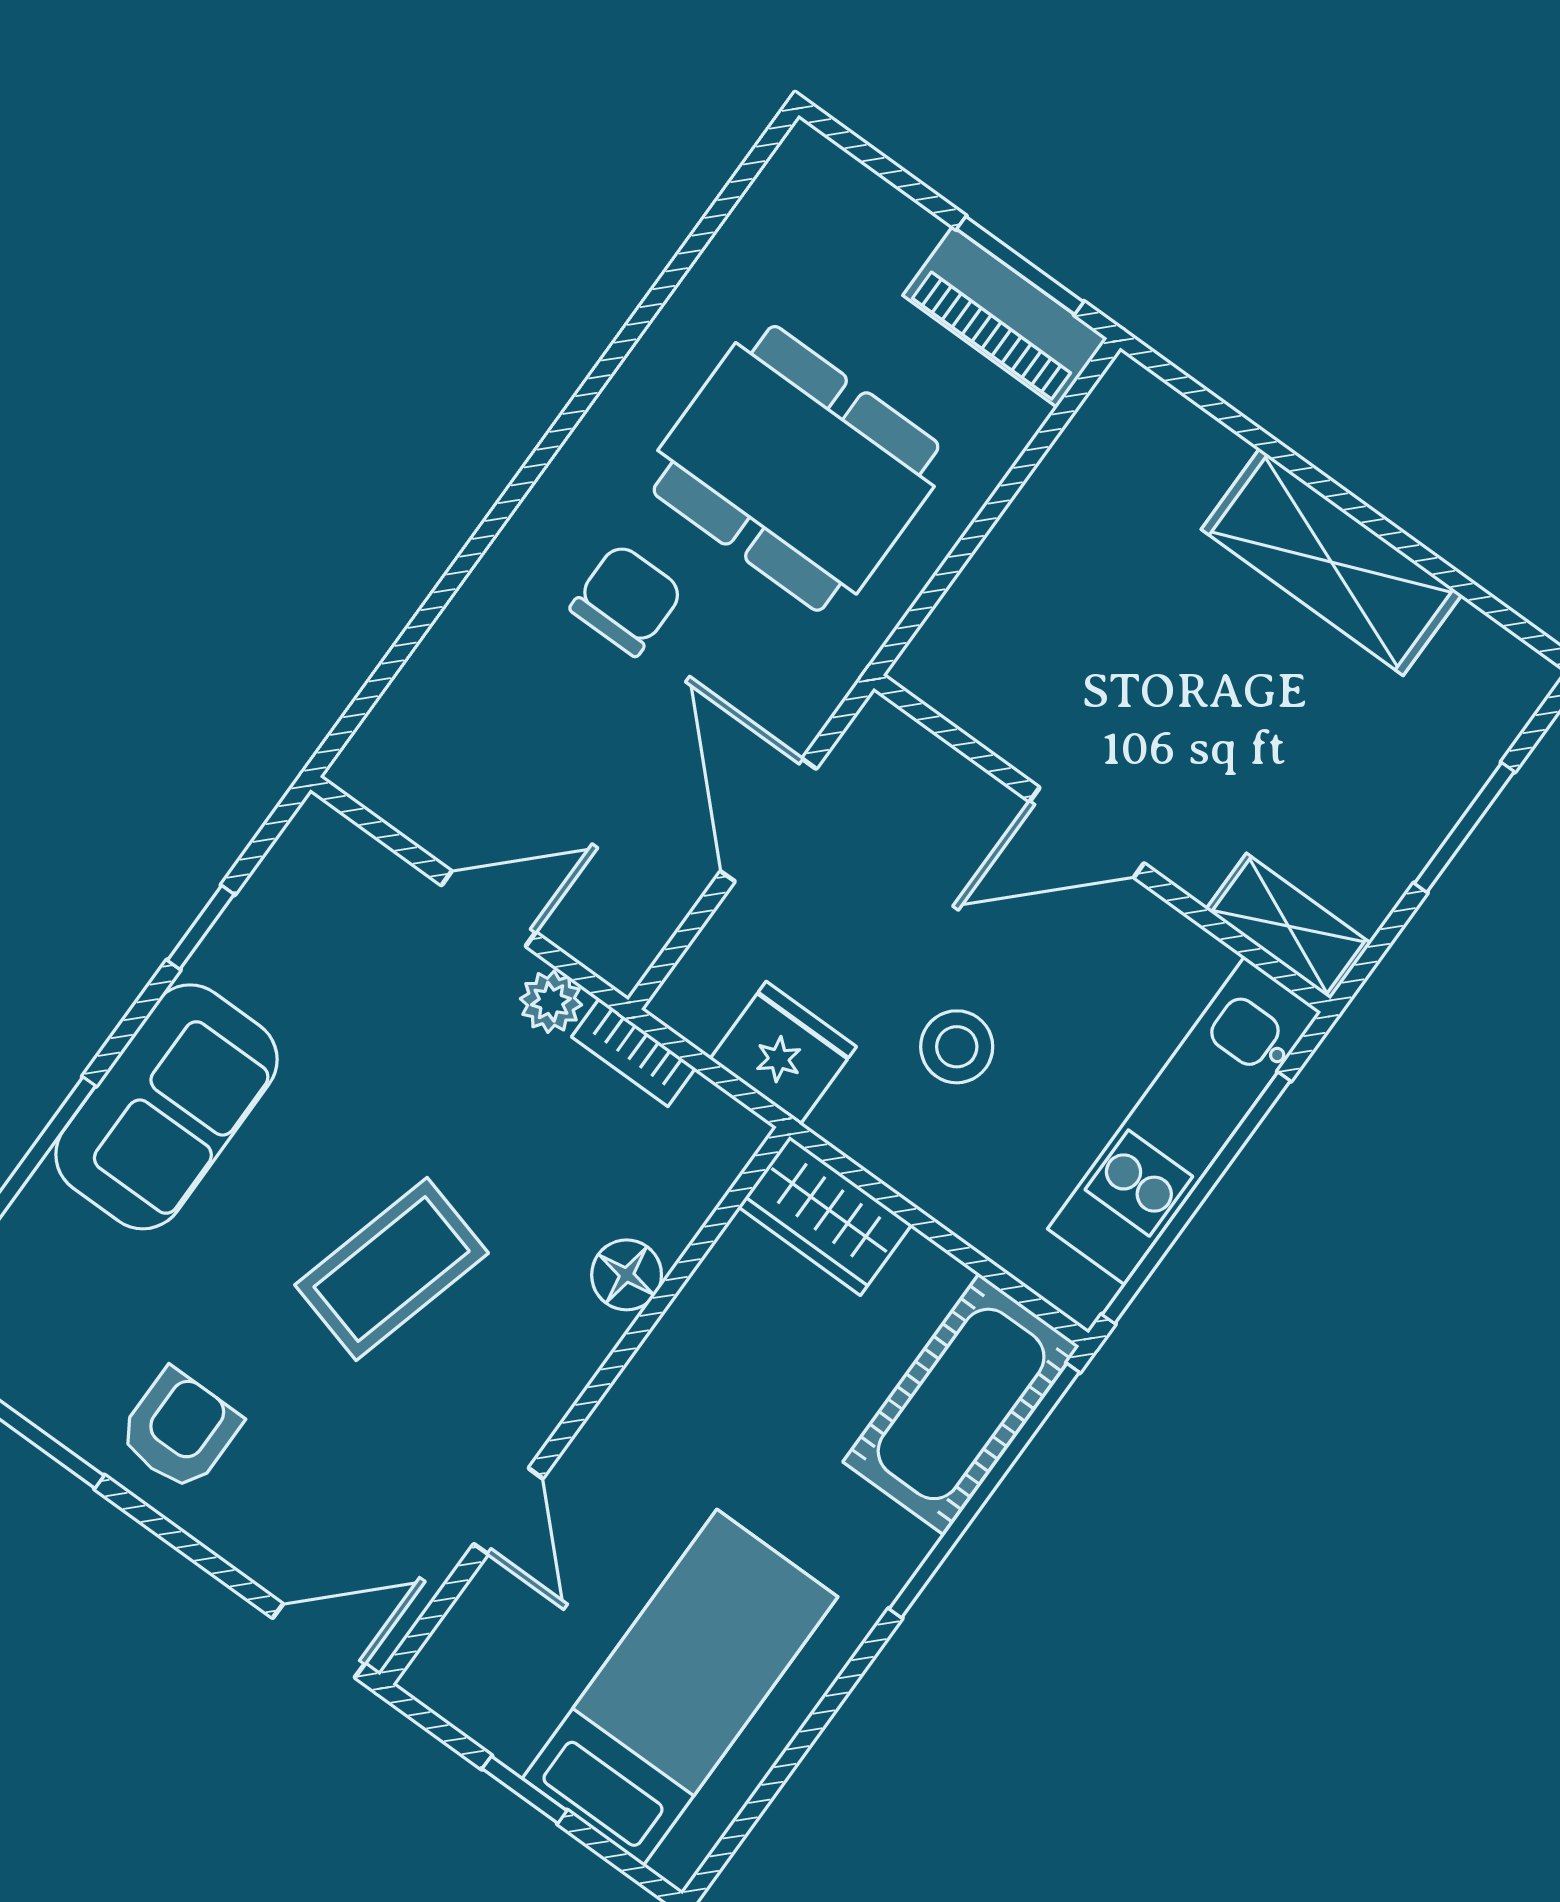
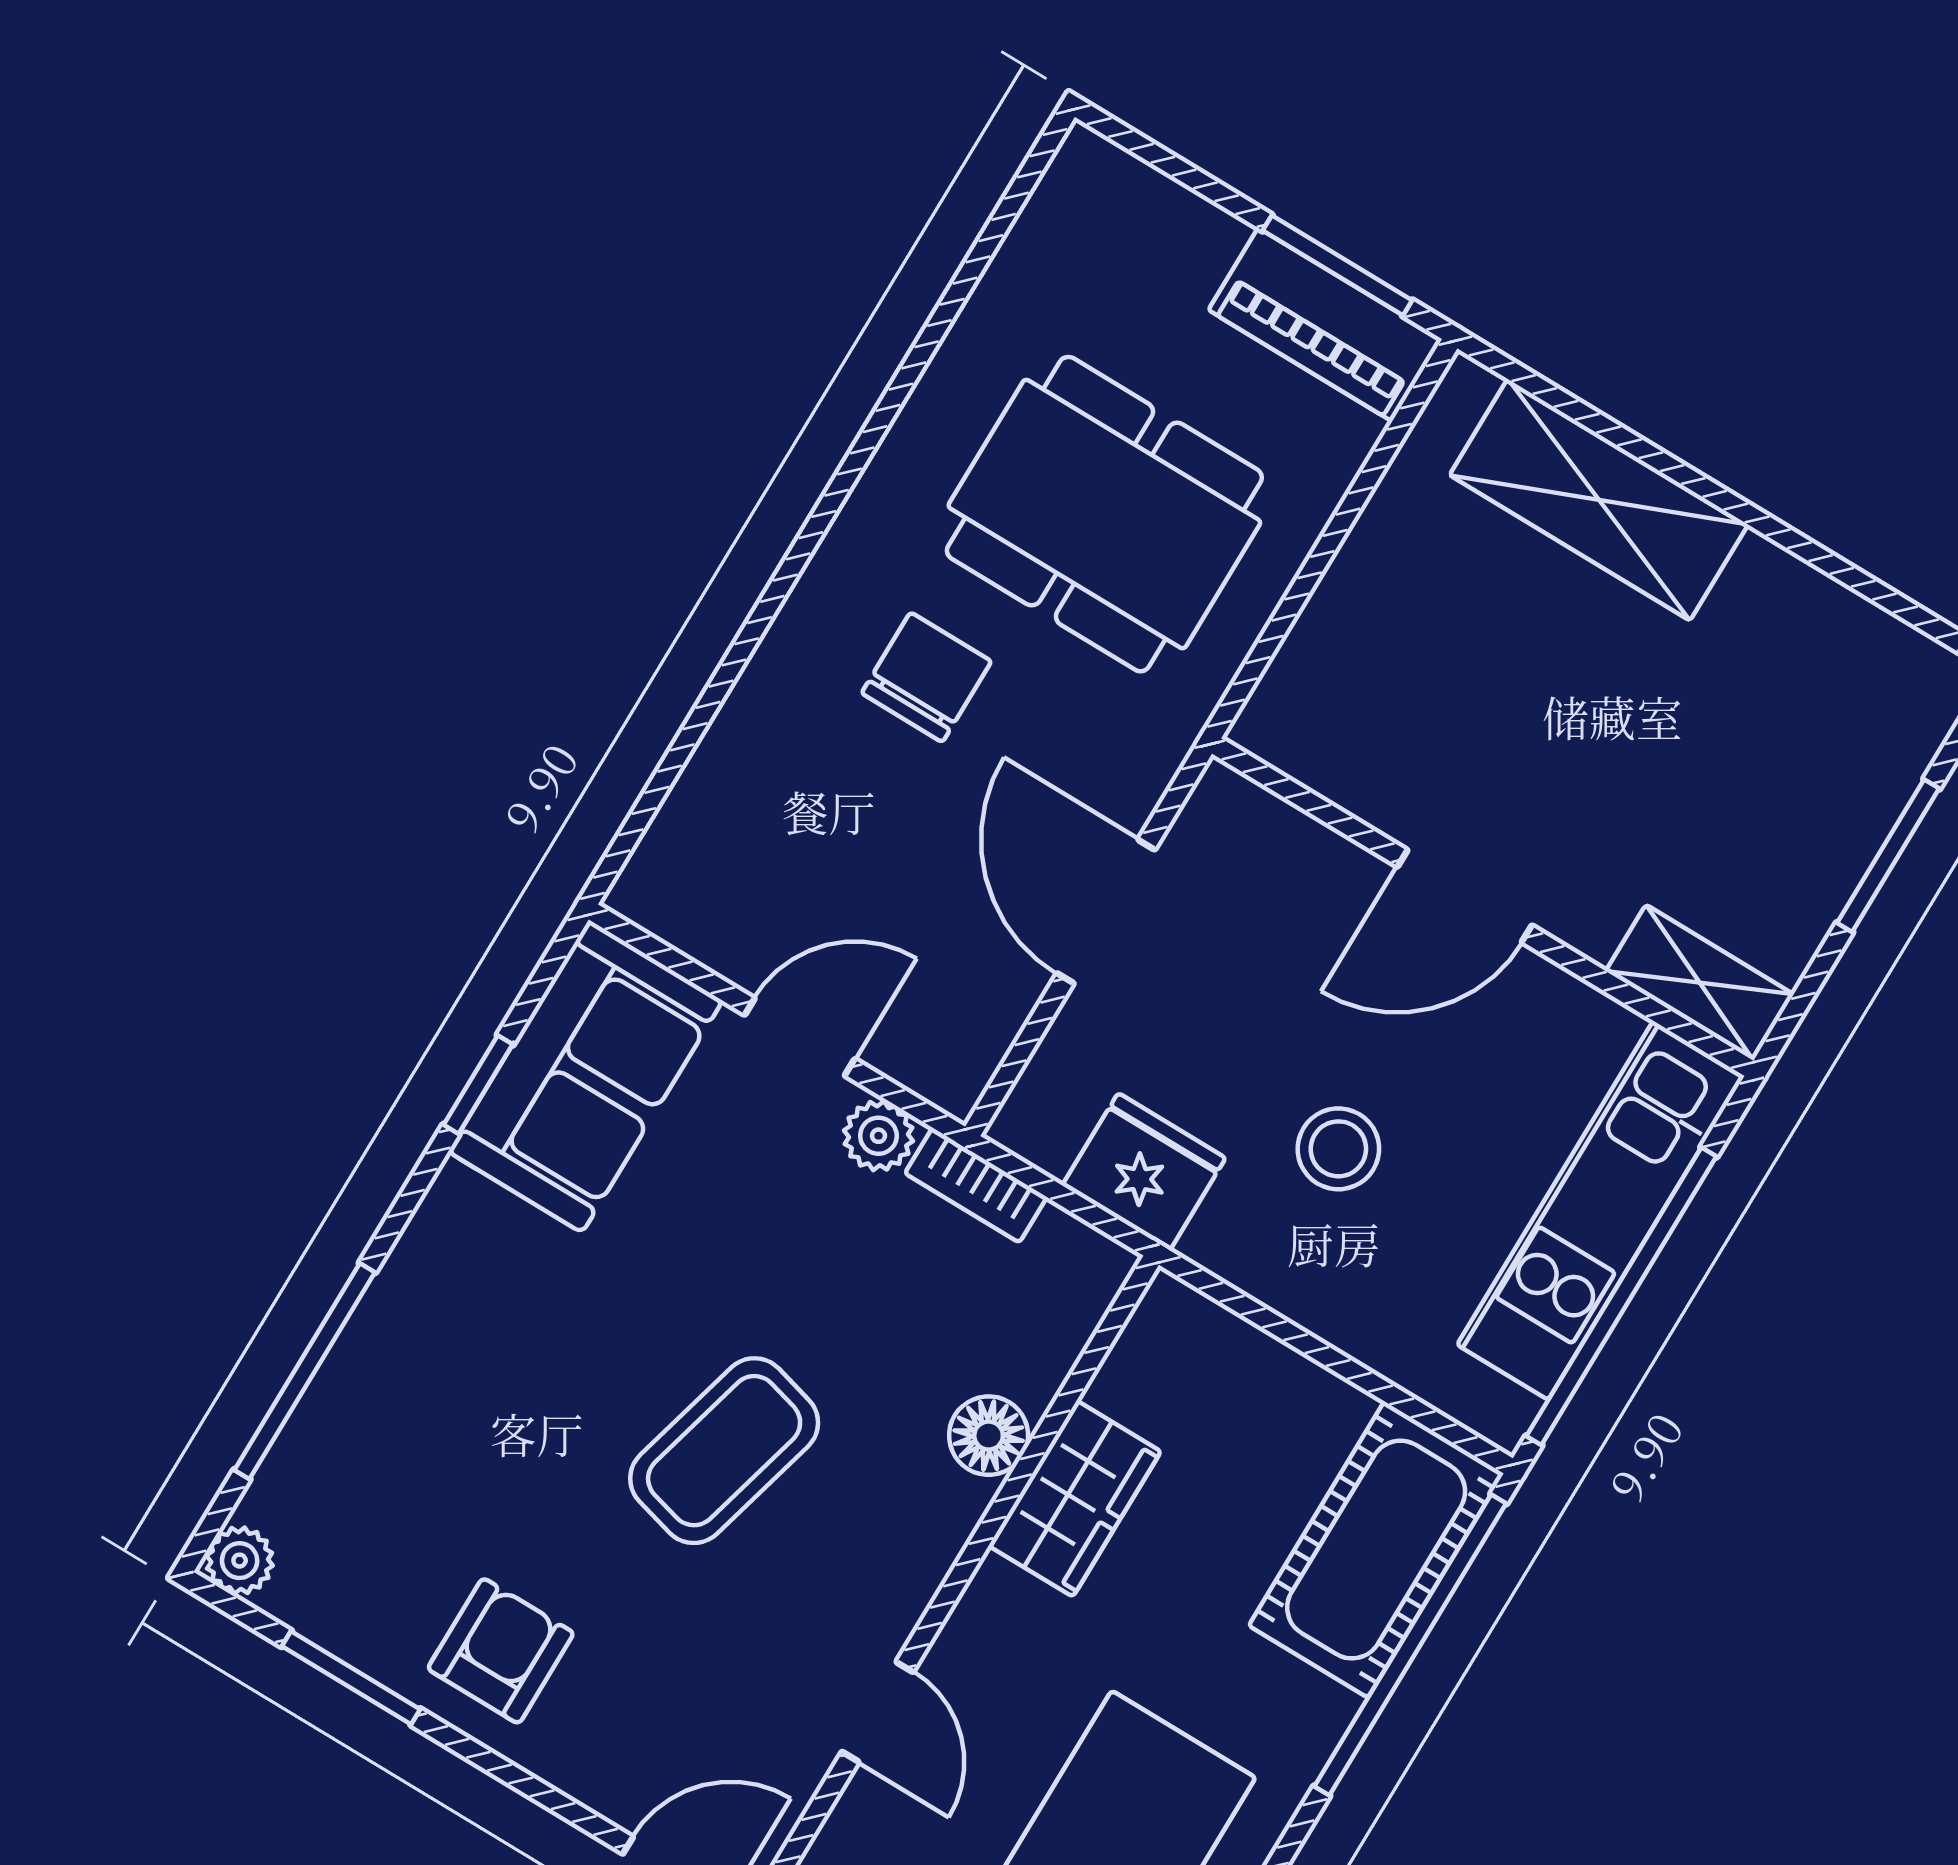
shelving: (1331, 562) -> (1599, 500), moved
sofa: (166, 1107) -> (585, 1076), moved
wardrobe: (825, 1216) -> (1075, 1499), moved, turned -90

